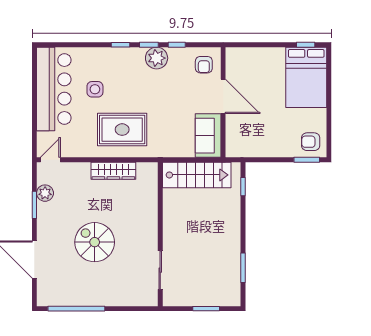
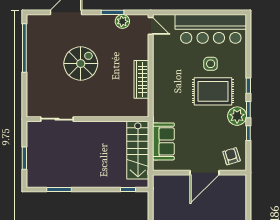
armchair: (204, 65) -> (231, 156), turned 73
rug: (122, 130) -> (213, 91), moved, turned 90
sofa: (208, 136) -> (163, 141), moved, turned 90

